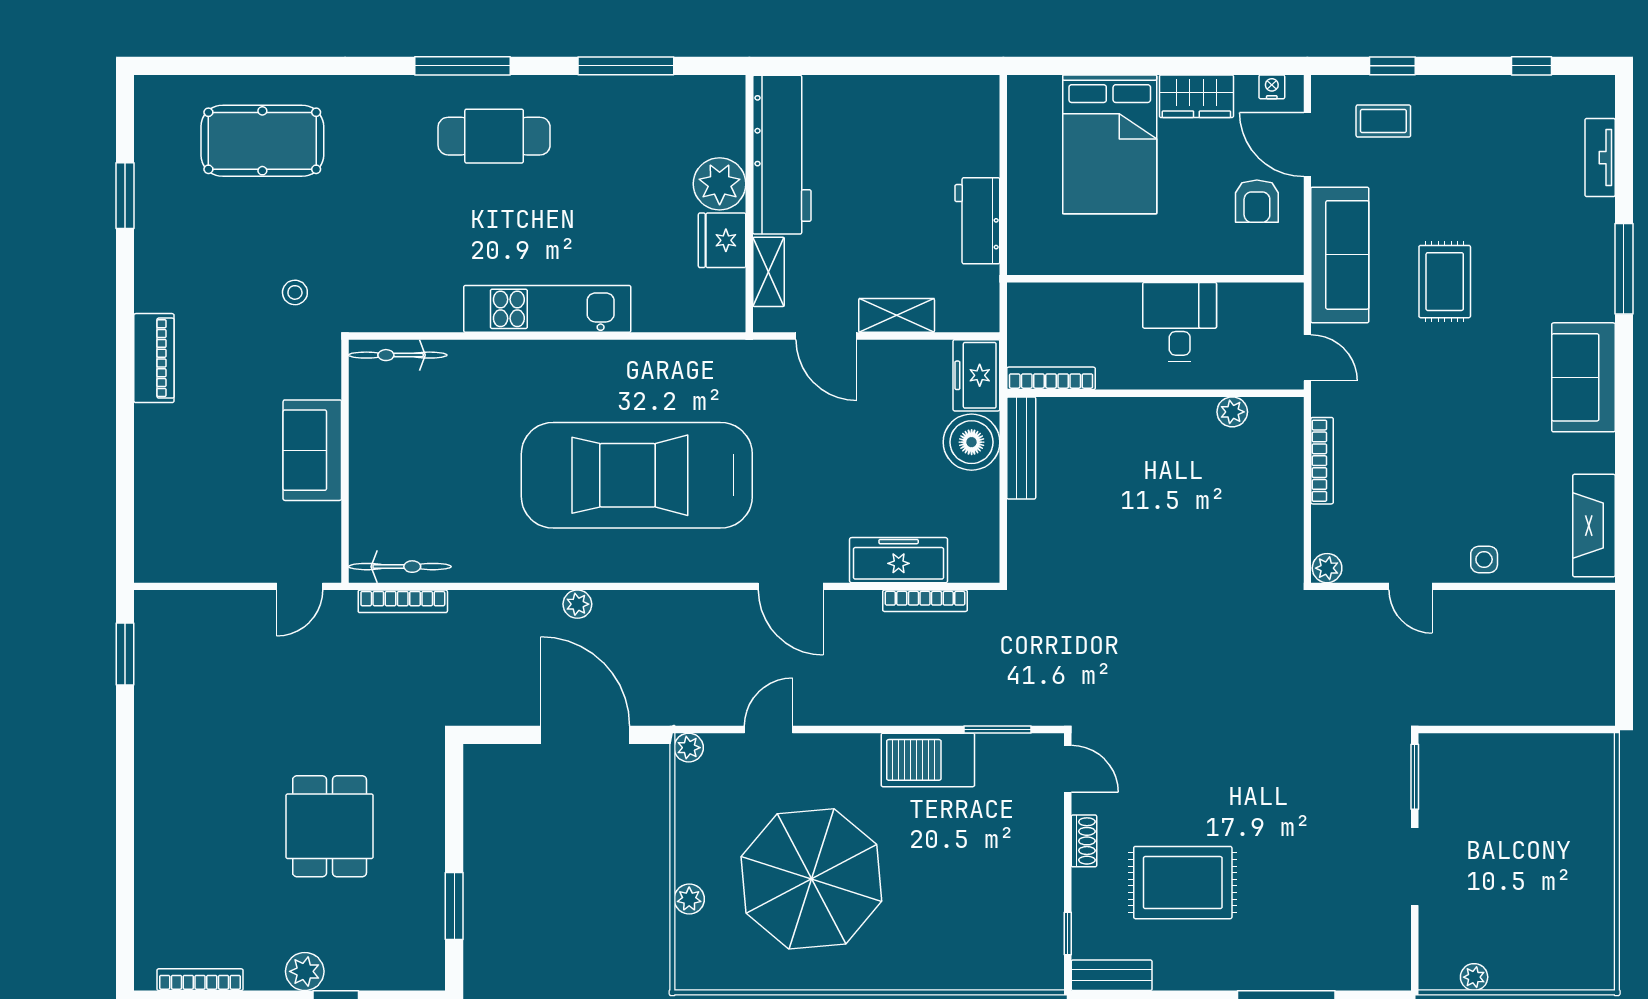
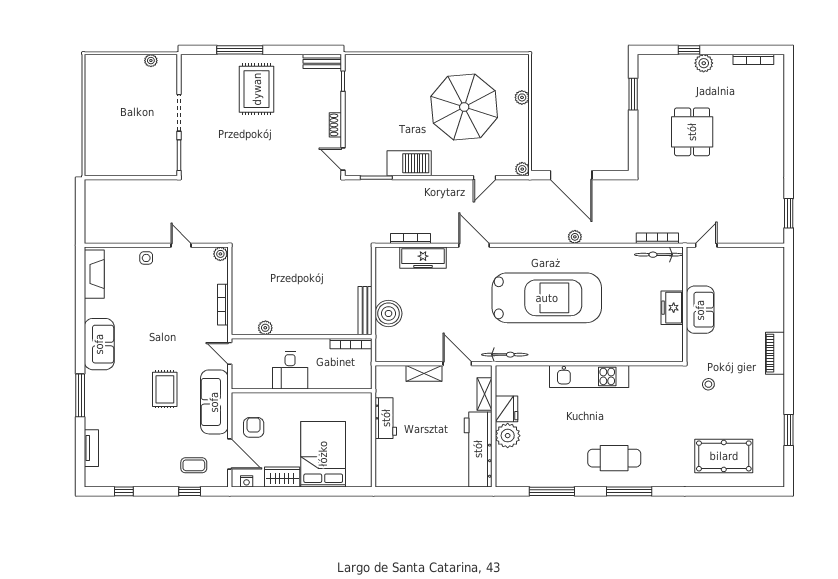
bicycle: (398, 355) -> (505, 355), moved
freezer: (976, 375) -> (672, 308), moved, turned 180
rug: (1183, 883) -> (257, 89), moved, turned 90

